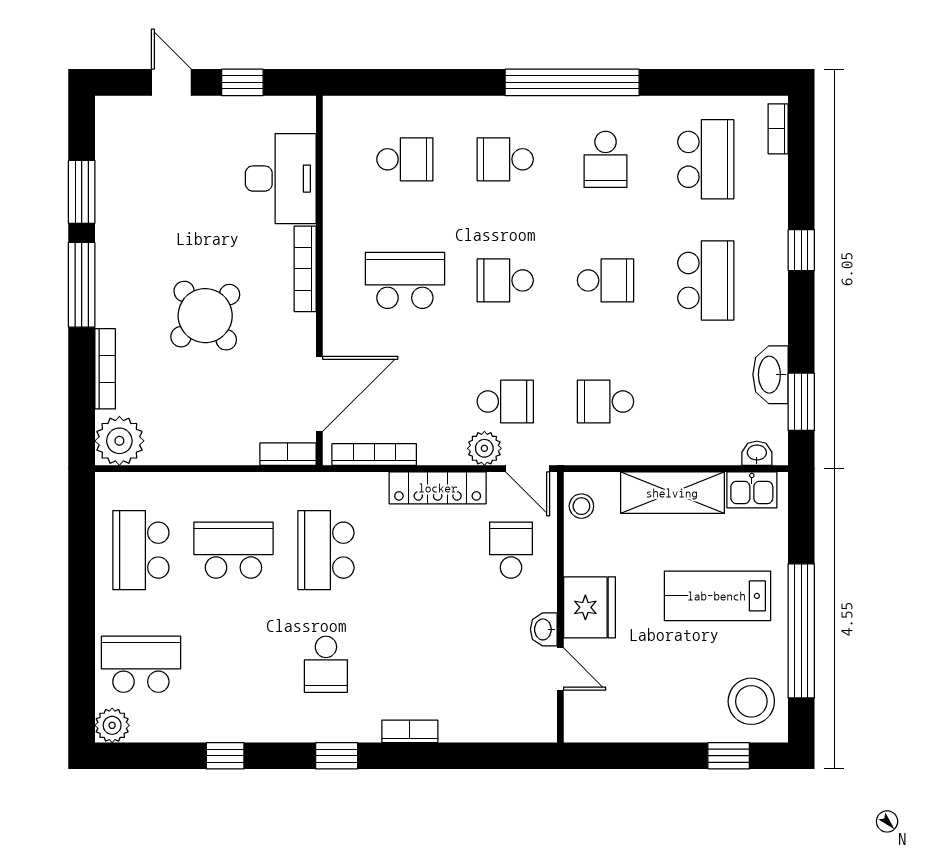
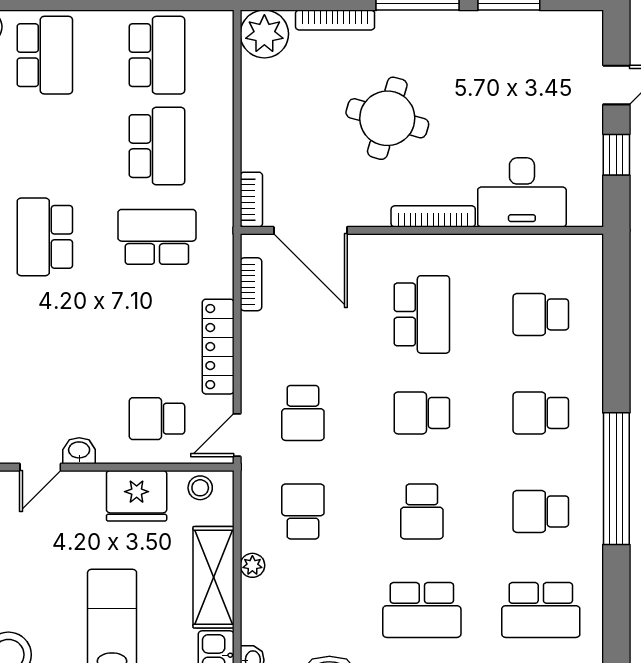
school desk: (405, 159) -> (541, 314), turned 90
school desk: (505, 159) -> (541, 413), turned -90
school desk: (505, 280) -> (422, 413), turned -90
round table: (205, 316) -> (387, 118), turned -33
plant: (484, 448) -> (252, 565), moved, width x0.73, depth x0.73
bookcase: (374, 454) -> (251, 284), width x0.64
school desk: (141, 550) -> (157, 55), turned 90
school desk: (511, 550) -> (157, 419), turned 180
fridge: (589, 607) -> (137, 496), moved
school desk: (326, 664) -> (45, 237), width x1.85

